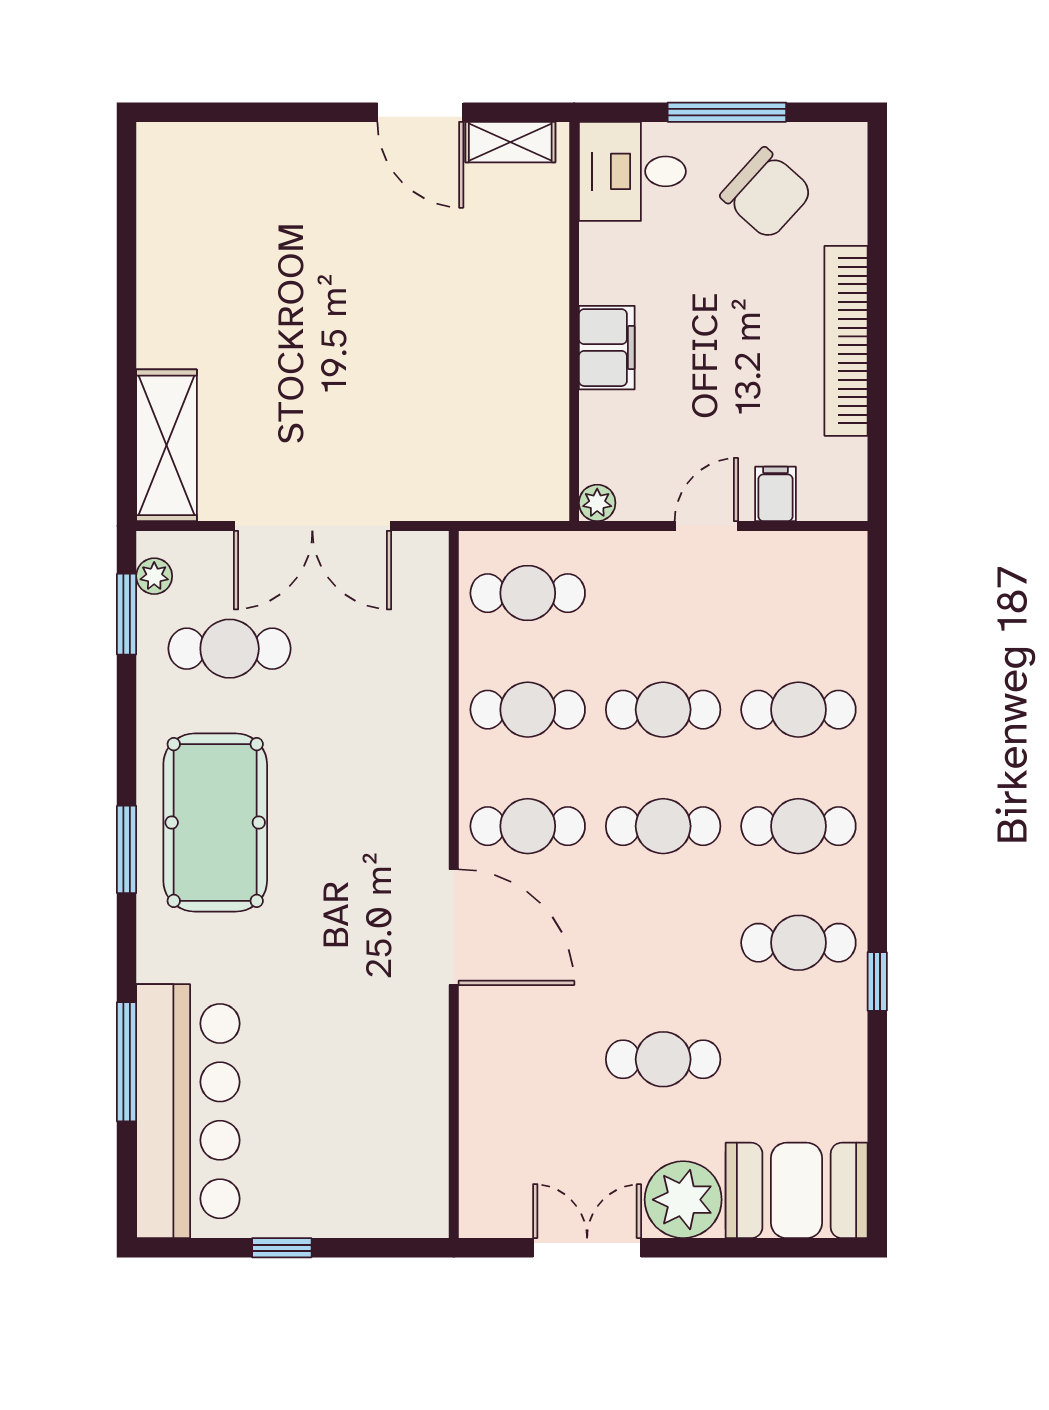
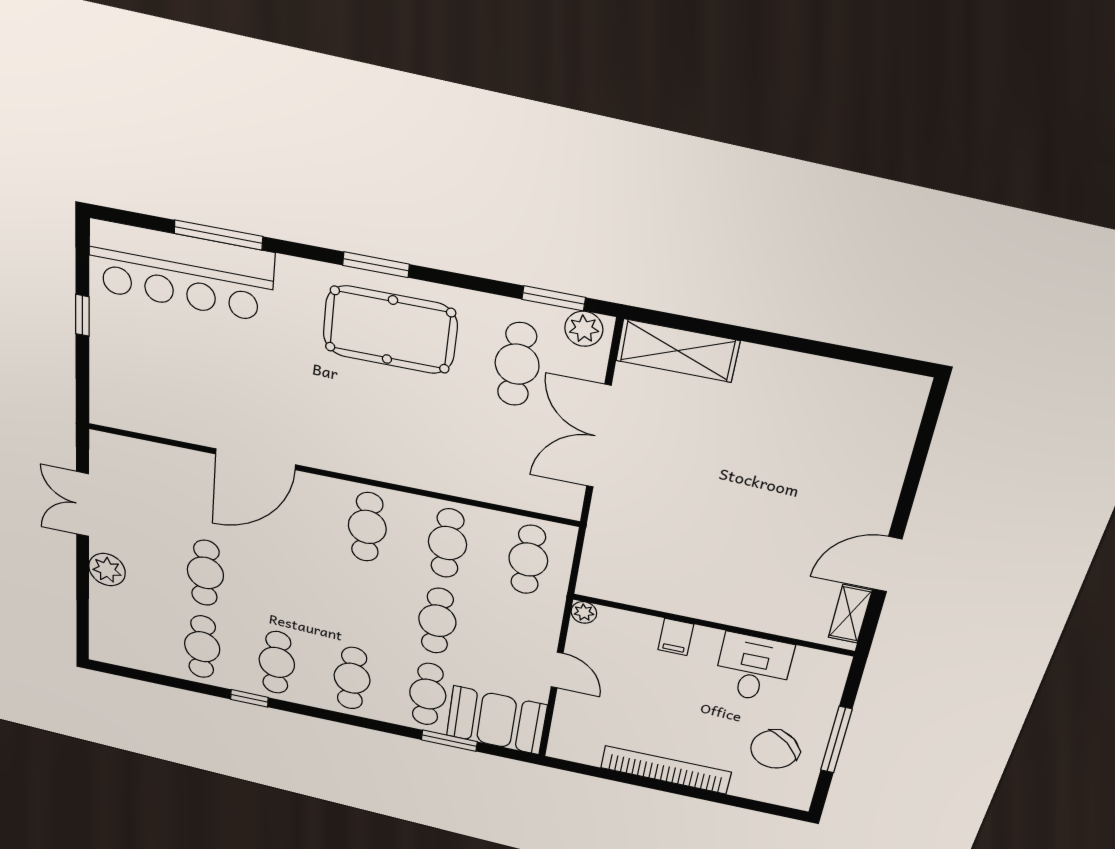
desk: (632, 171) -> (753, 668), moved
filing cabinet: (607, 348) -> (676, 637), width x0.50
filing cabinet: (776, 494) -> (572, 712), removed
plant: (154, 576) -> (584, 329), width x1.38, depth x1.38
window: (877, 668) -> (449, 741), added
cafe table: (663, 826) -> (202, 647), moved
door: (454, 927) -> (255, 459), moved
booth: (797, 1190) -> (497, 720), moved, turned 90
plant: (683, 1200) -> (107, 570), width x0.73, depth x0.73
double door: (587, 1248) -> (83, 504), swing flipped

